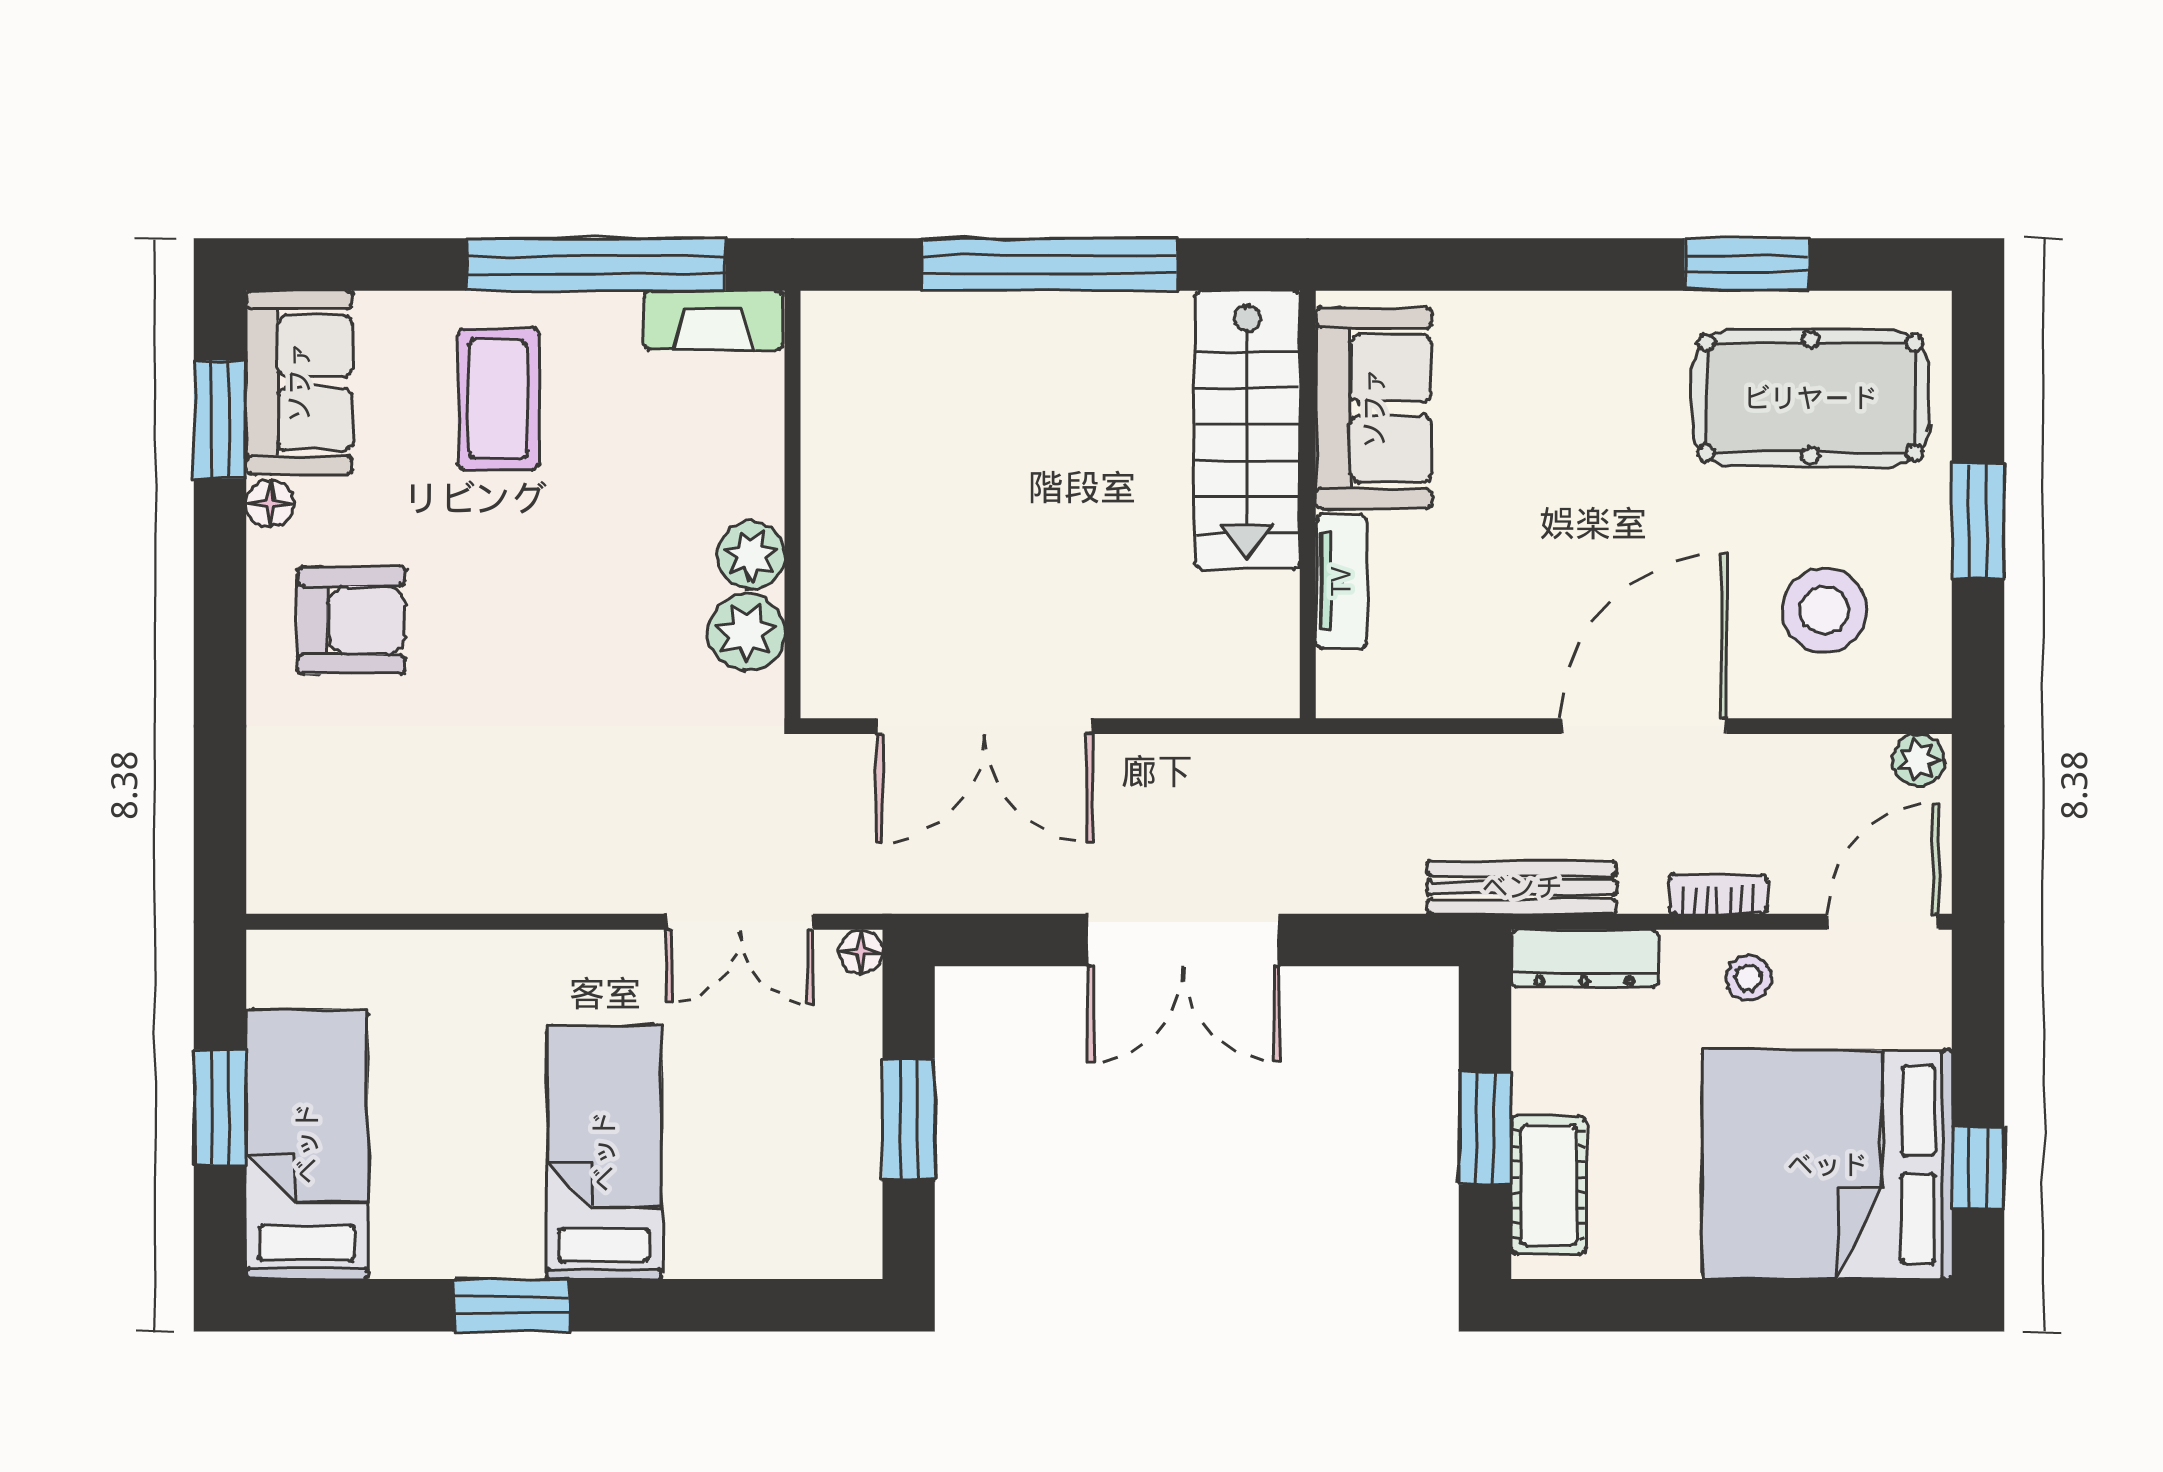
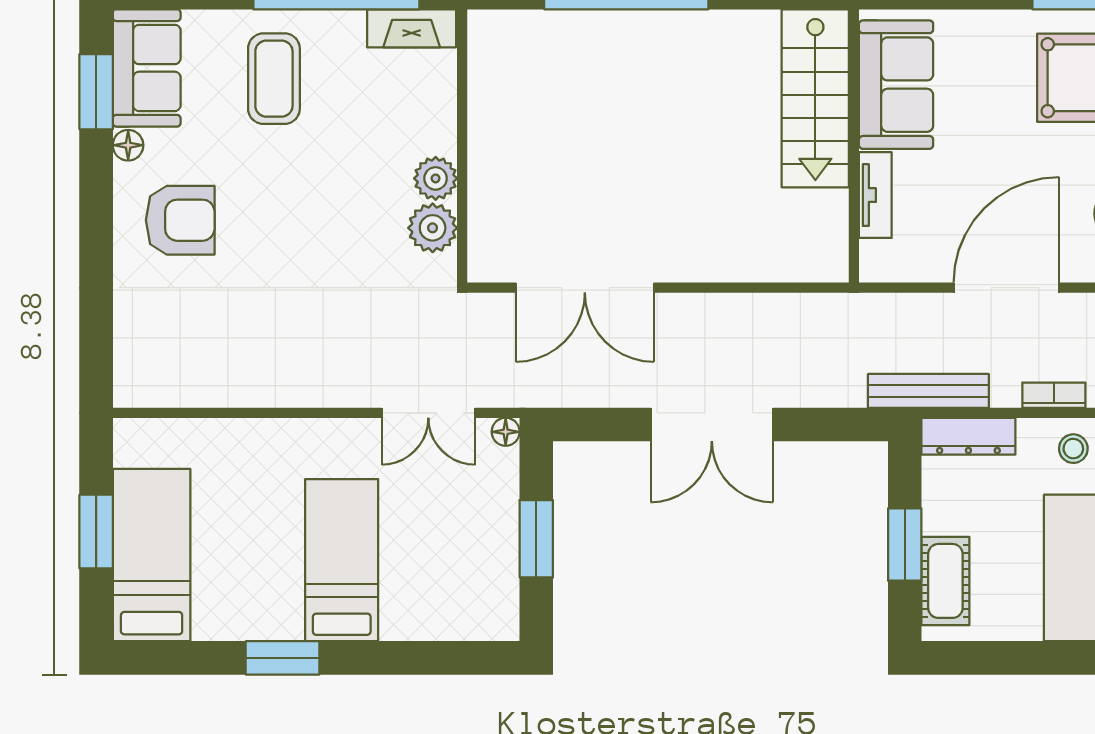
sofa: (1374, 408) -> (896, 85), moved
stairs: (1247, 430) -> (815, 98), moved
wall: (1308, 504) -> (854, 146), moved
tv unit: (1341, 581) -> (875, 195), moved

